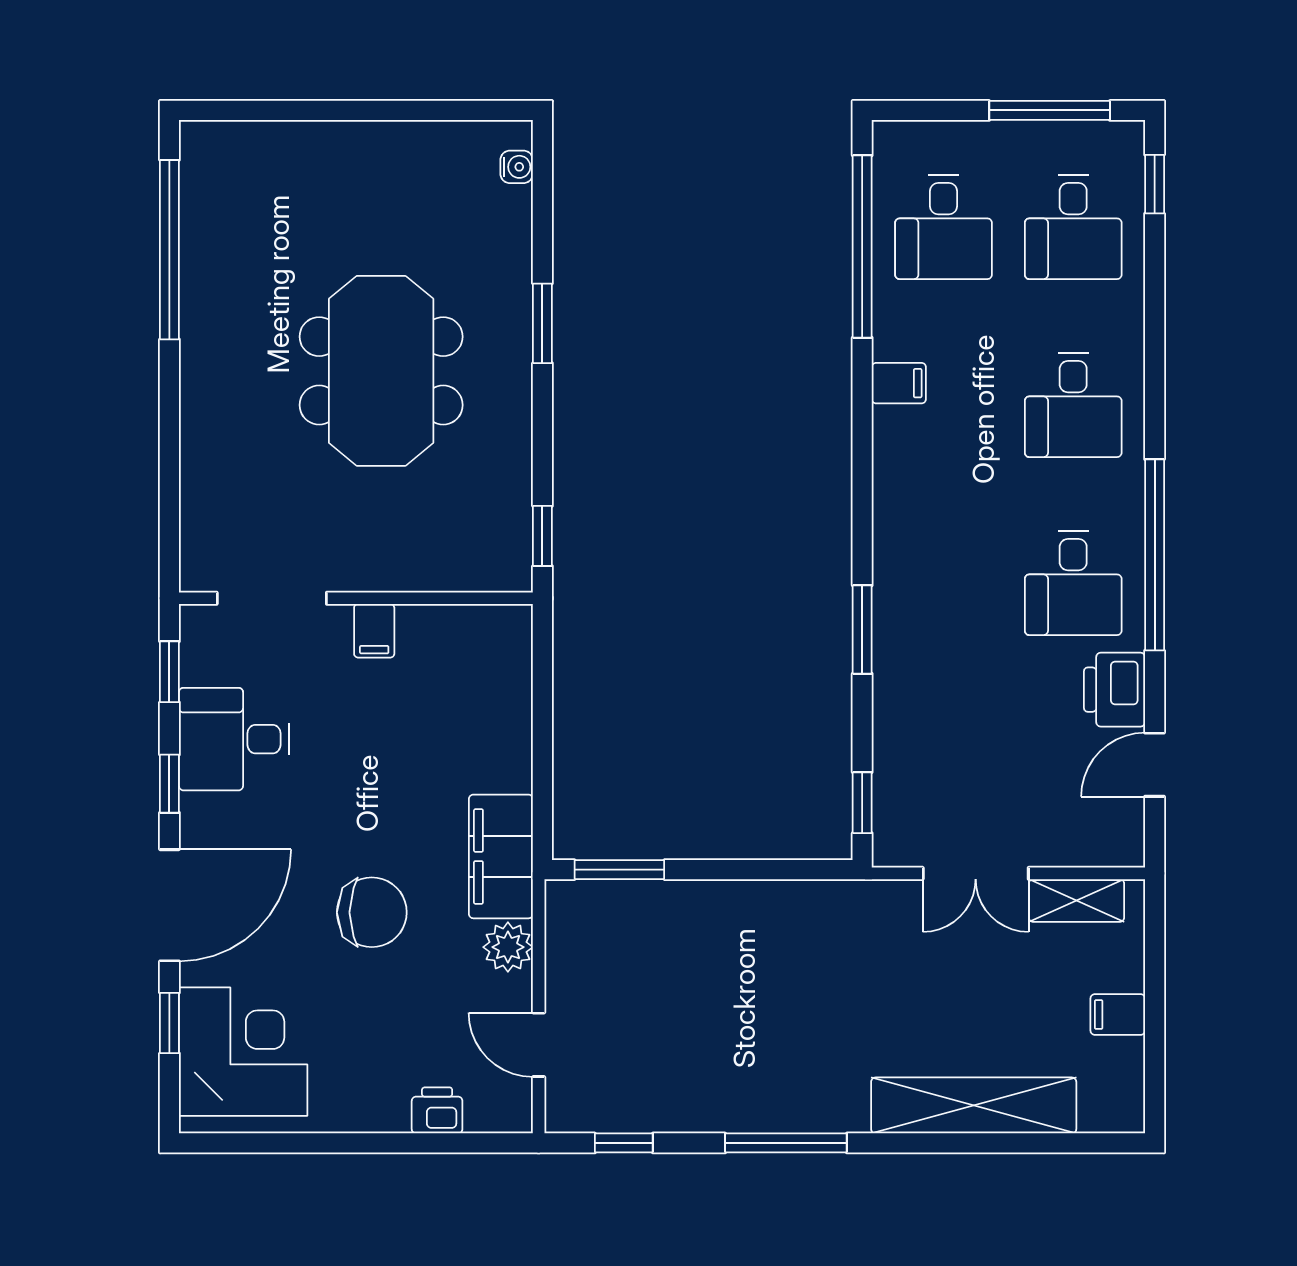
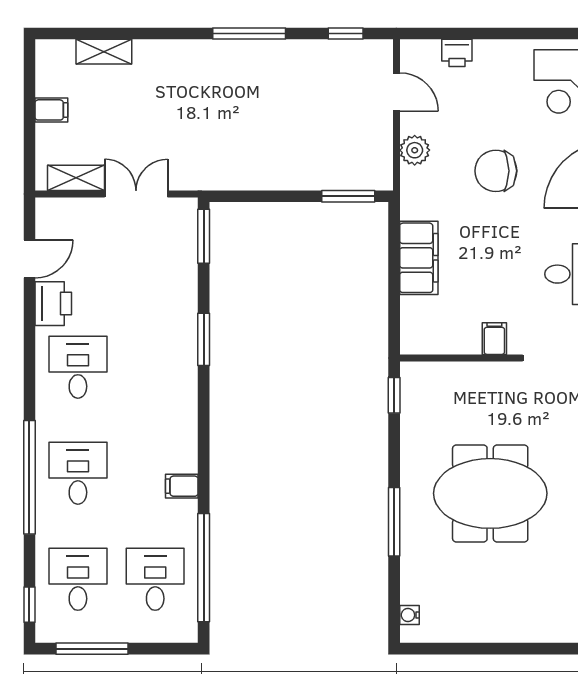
window: (542, 323) -> (394, 522), width x1.44
meeting table: (381, 371) -> (490, 493), turned 90
window: (1155, 555) -> (29, 477), moved
window: (862, 803) -> (204, 236), width x1.50
filing cabinet: (501, 856) -> (419, 258), moved
shelving: (974, 1105) -> (104, 52), width x0.45, depth x0.75

